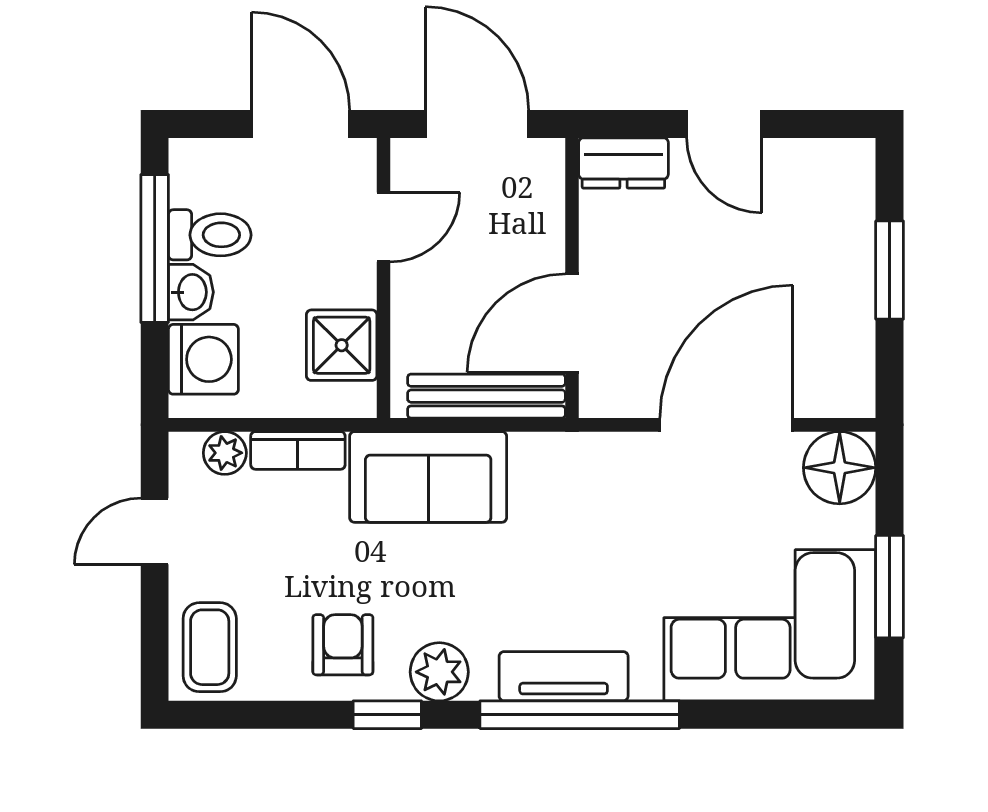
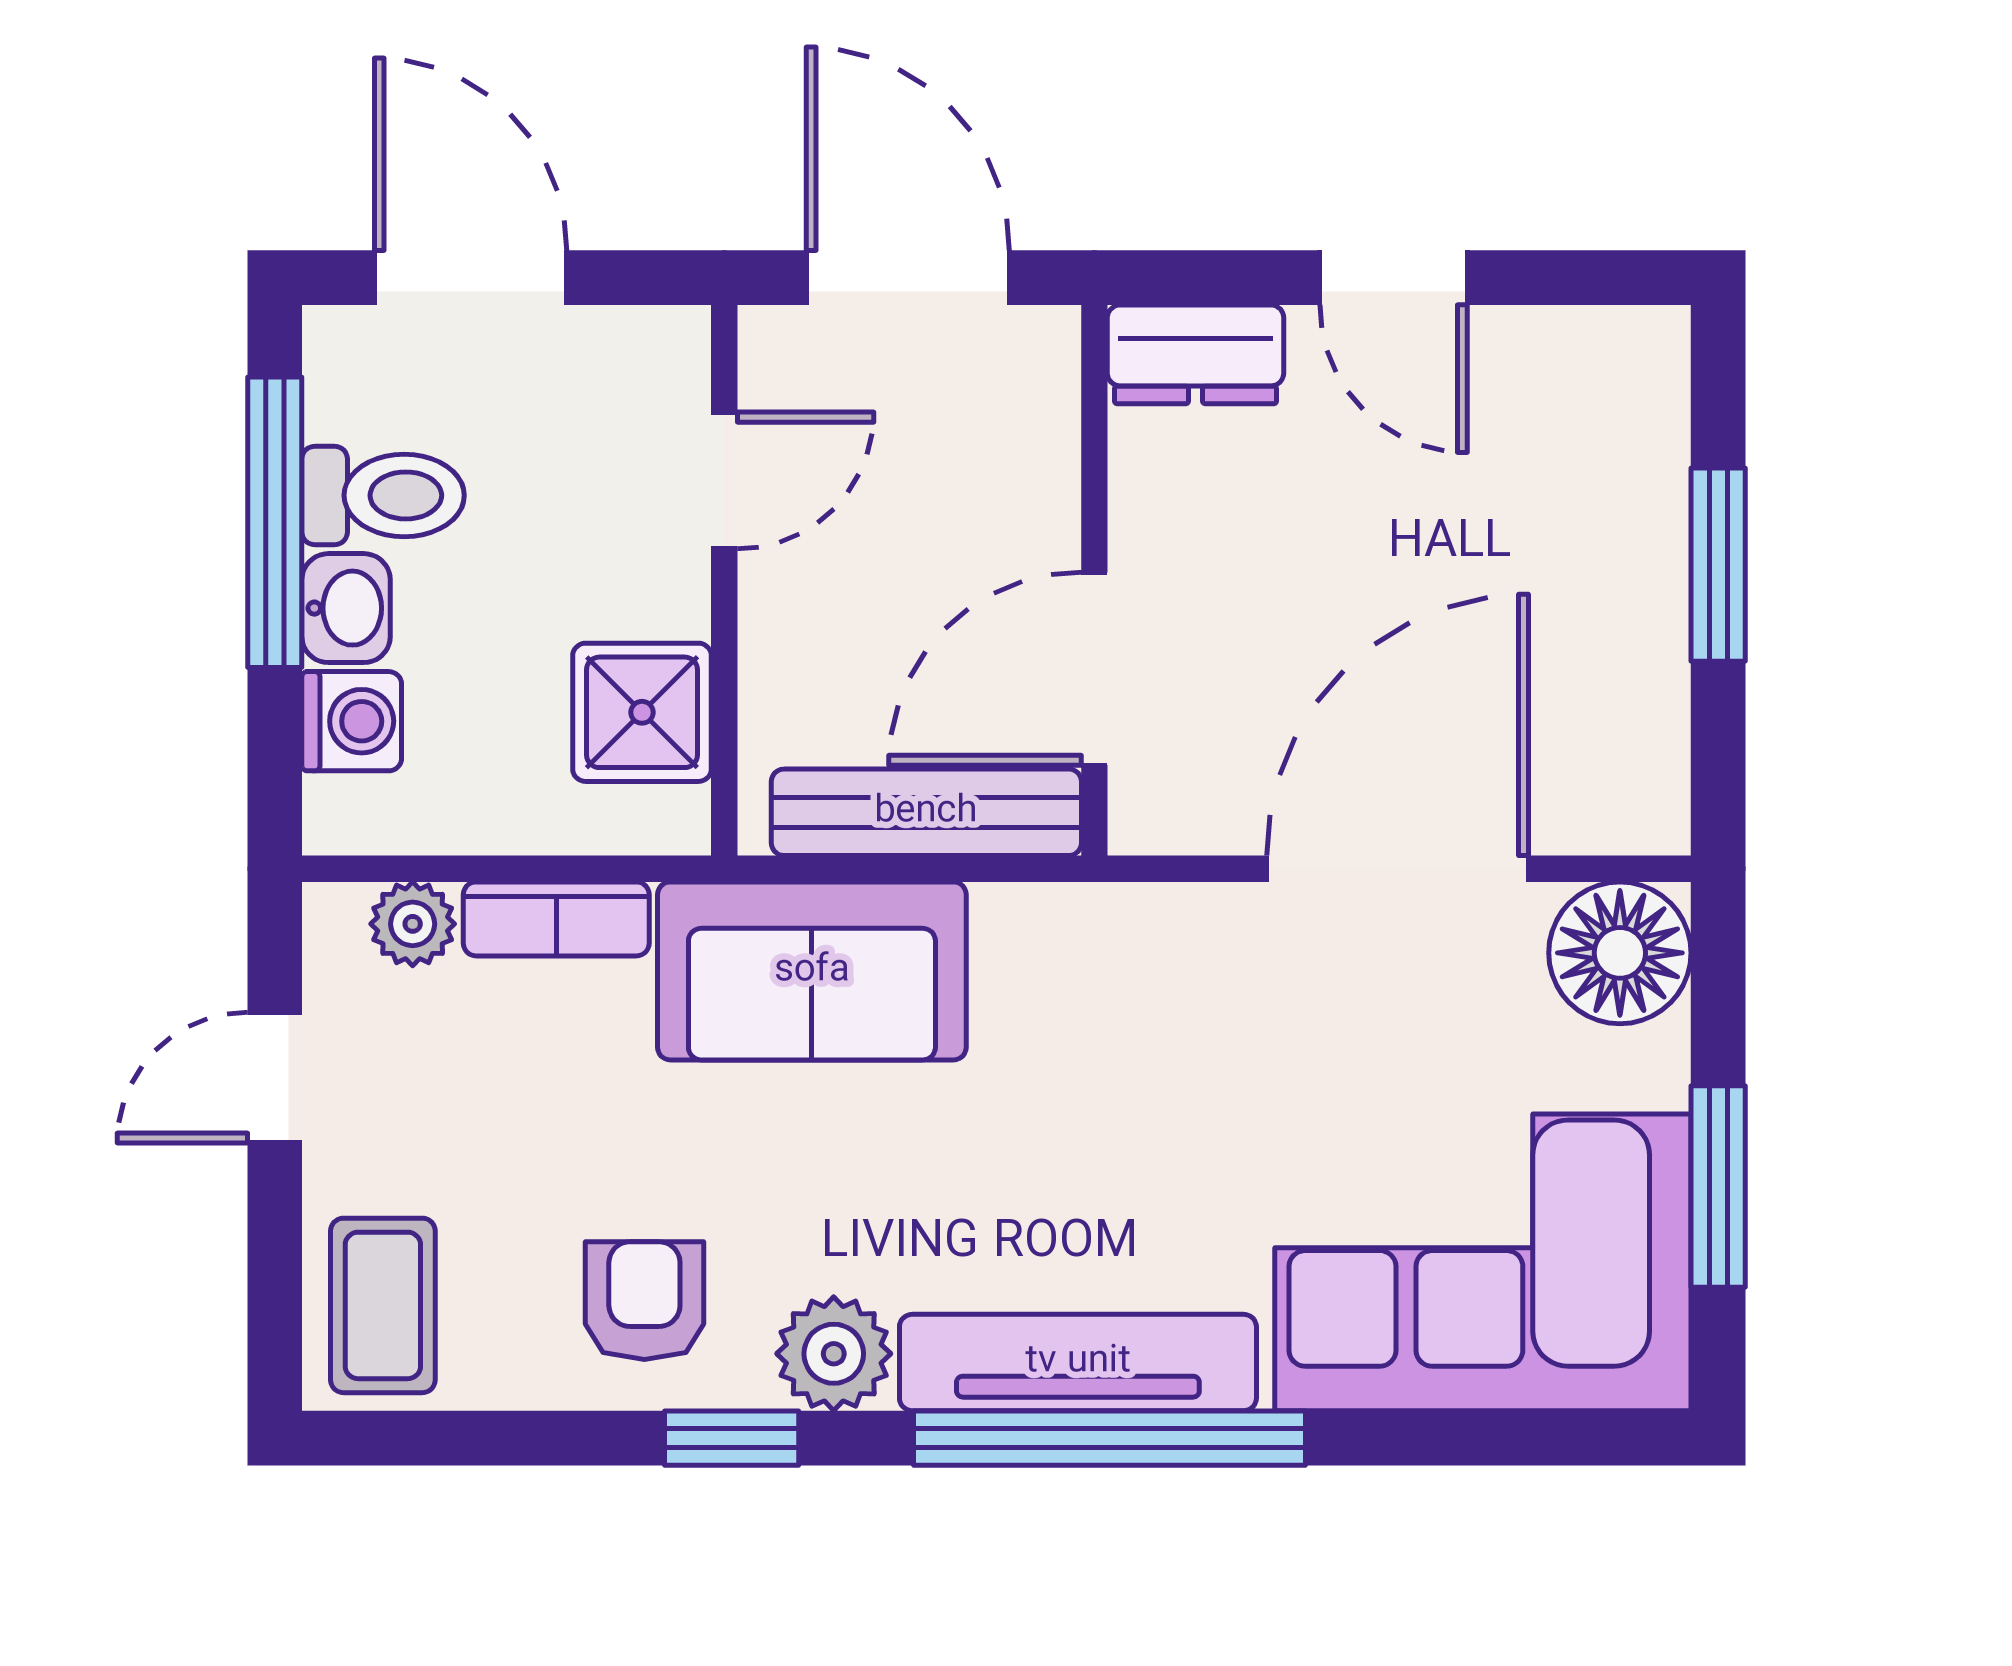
door: (301, 124) -> (471, 278), moved
washing machine: (203, 359) -> (352, 721), width x0.73, depth x0.73
tv unit: (564, 676) -> (1078, 1362), width x1.41

